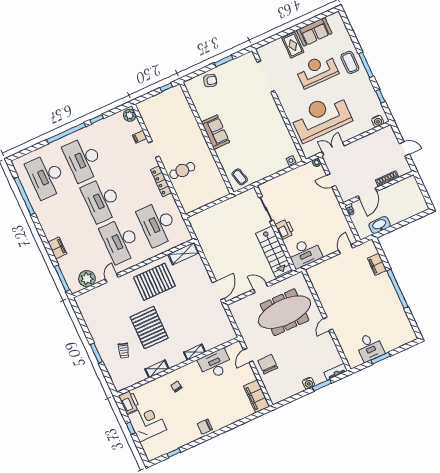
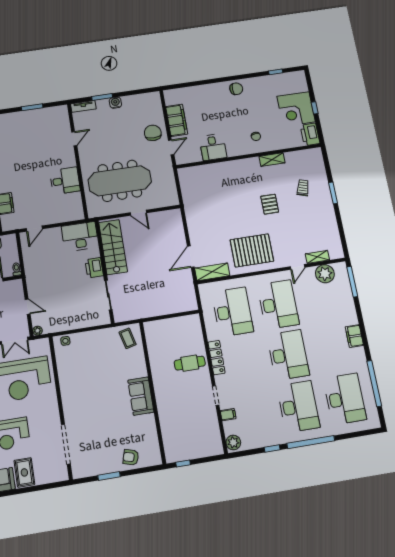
filing cabinet: (57, 248) -> (354, 336), moved
door: (218, 290) -> (191, 257), moved
door: (328, 324) -> (74, 139), moved
pallet: (149, 328) -> (270, 204), width x0.49, depth x0.50
desk: (370, 347) -> (65, 181), moved, turned 90
shelving: (195, 352) -> (317, 257), moved
desk: (215, 364) -> (213, 147), width x0.73
chair: (268, 364) -> (153, 133), turned 180
filing cabinet: (257, 396) -> (177, 120), moved

